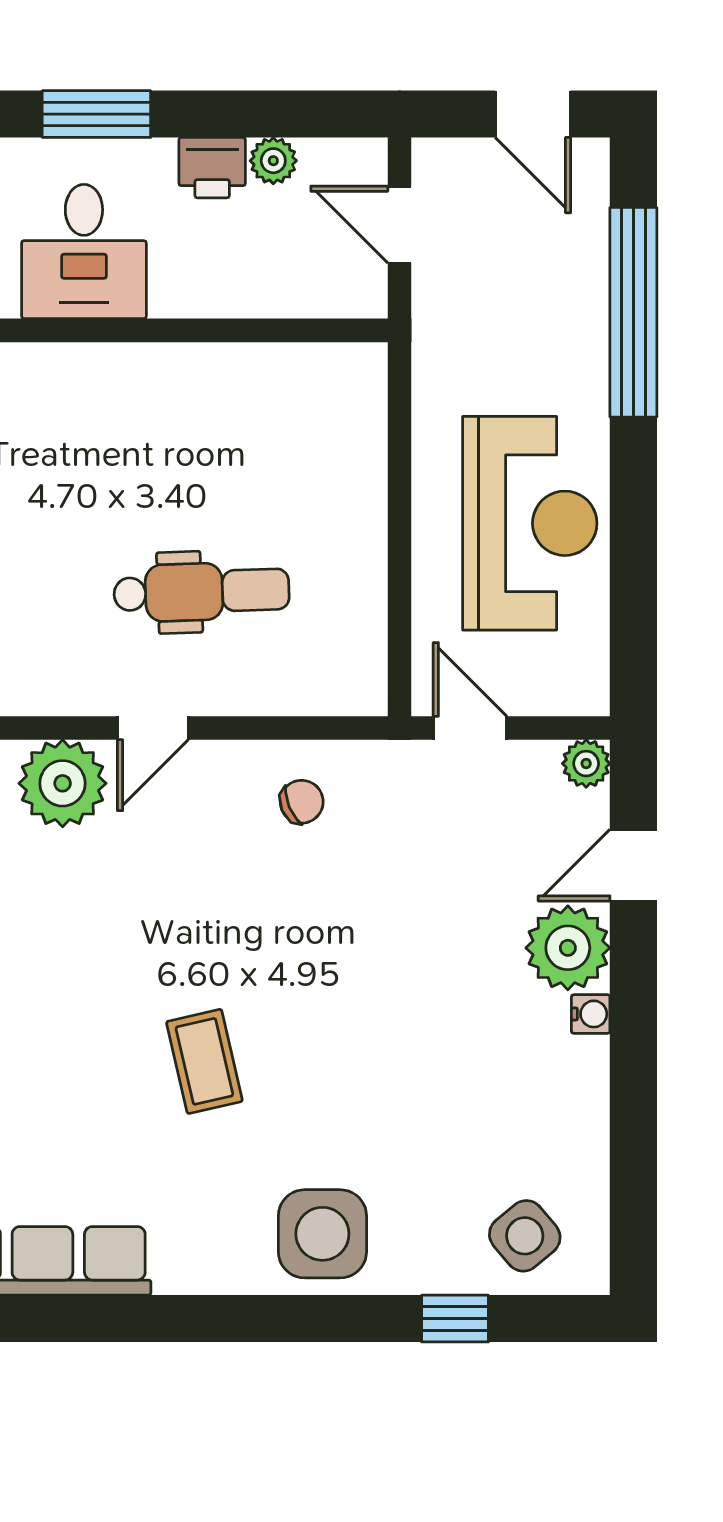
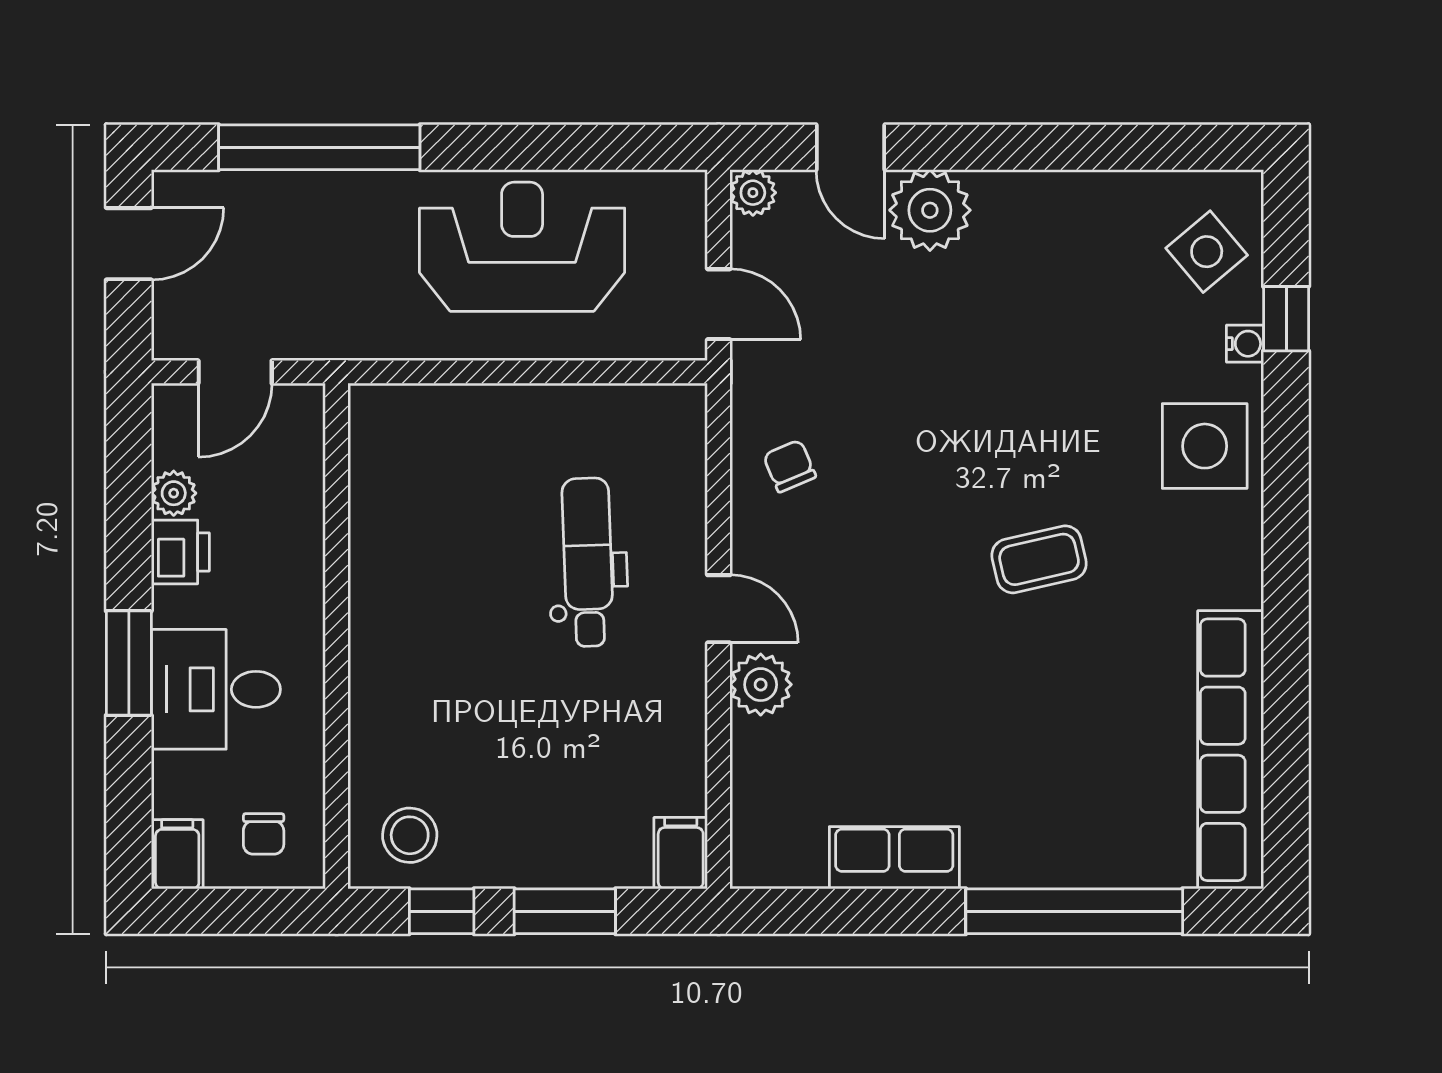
desk: (84, 251) -> (216, 689), moved, turned 180
door: (470, 728) -> (719, 304), swing flipped
plant: (63, 783) -> (761, 685), width x0.73, depth x0.73
water cooler: (591, 1014) -> (1245, 344), moved, turned 90

